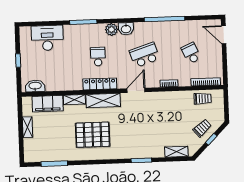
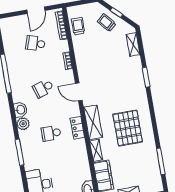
door: (224, 35) -> (36, 10), moved
school desk: (191, 53) -> (35, 43), turned 42
school desk: (145, 55) -> (43, 88), width x0.54
locker: (100, 84) -> (77, 128), width x0.66

